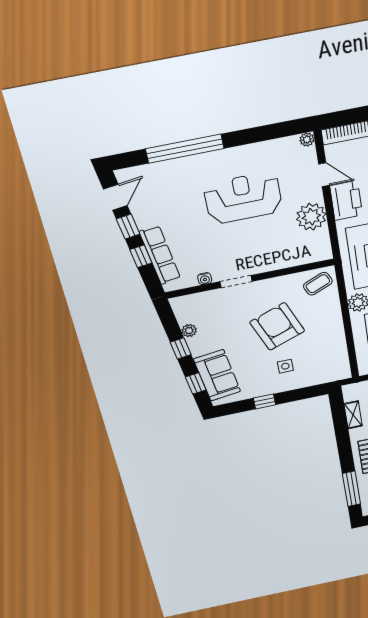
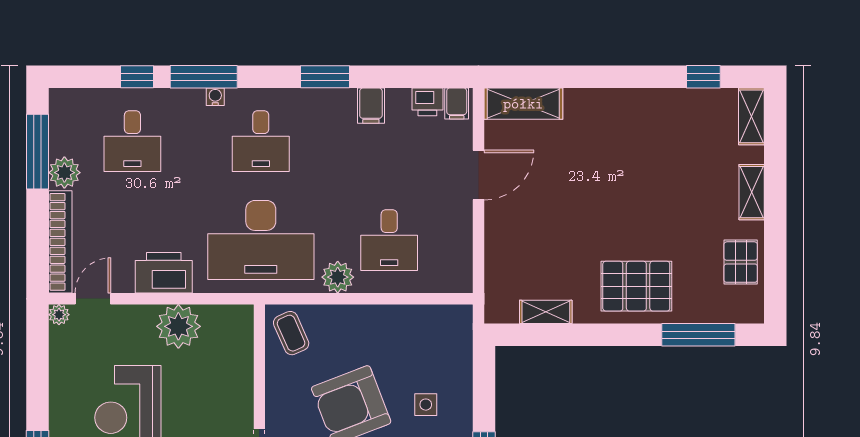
door: (324, 175) -> (93, 299), moved

